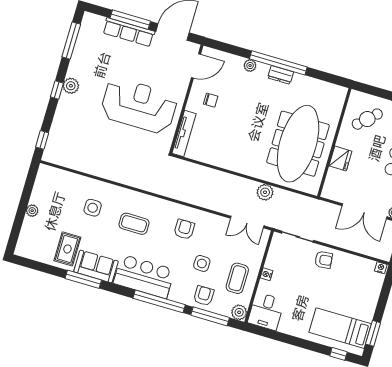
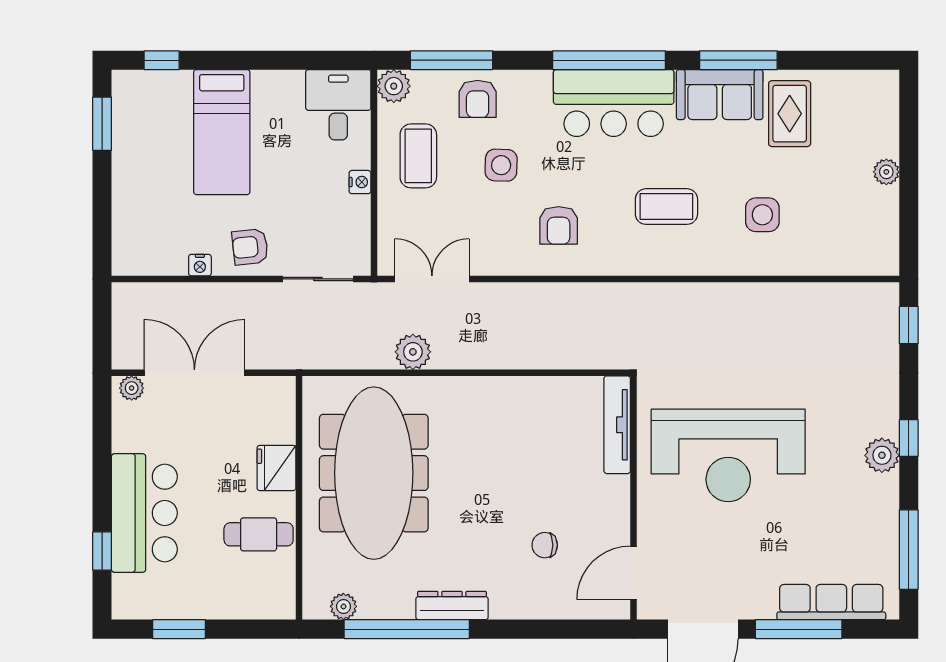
row of seats: (129, 32) -> (831, 602), moved
window: (278, 63) -> (407, 629), moved
plant: (250, 66) -> (343, 606), moved
dresser: (281, 75) -> (452, 606), width x1.44
chair: (211, 100) -> (545, 545), moved
cafe table: (367, 119) -> (259, 534), moved, turned 43
nightstand: (381, 268) -> (200, 265), moved
window: (159, 301) -> (609, 60), moved
bed: (340, 328) -> (222, 132), moved, turned 90

